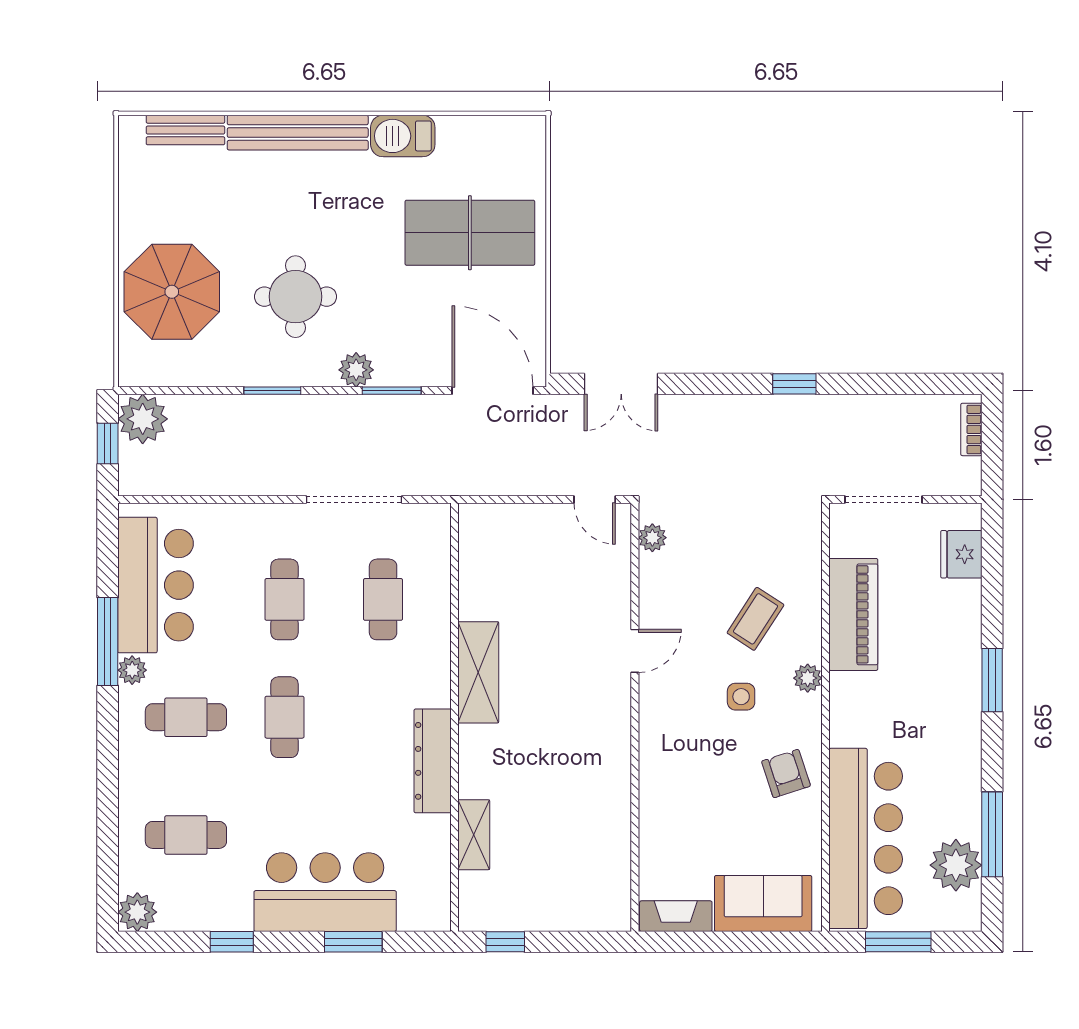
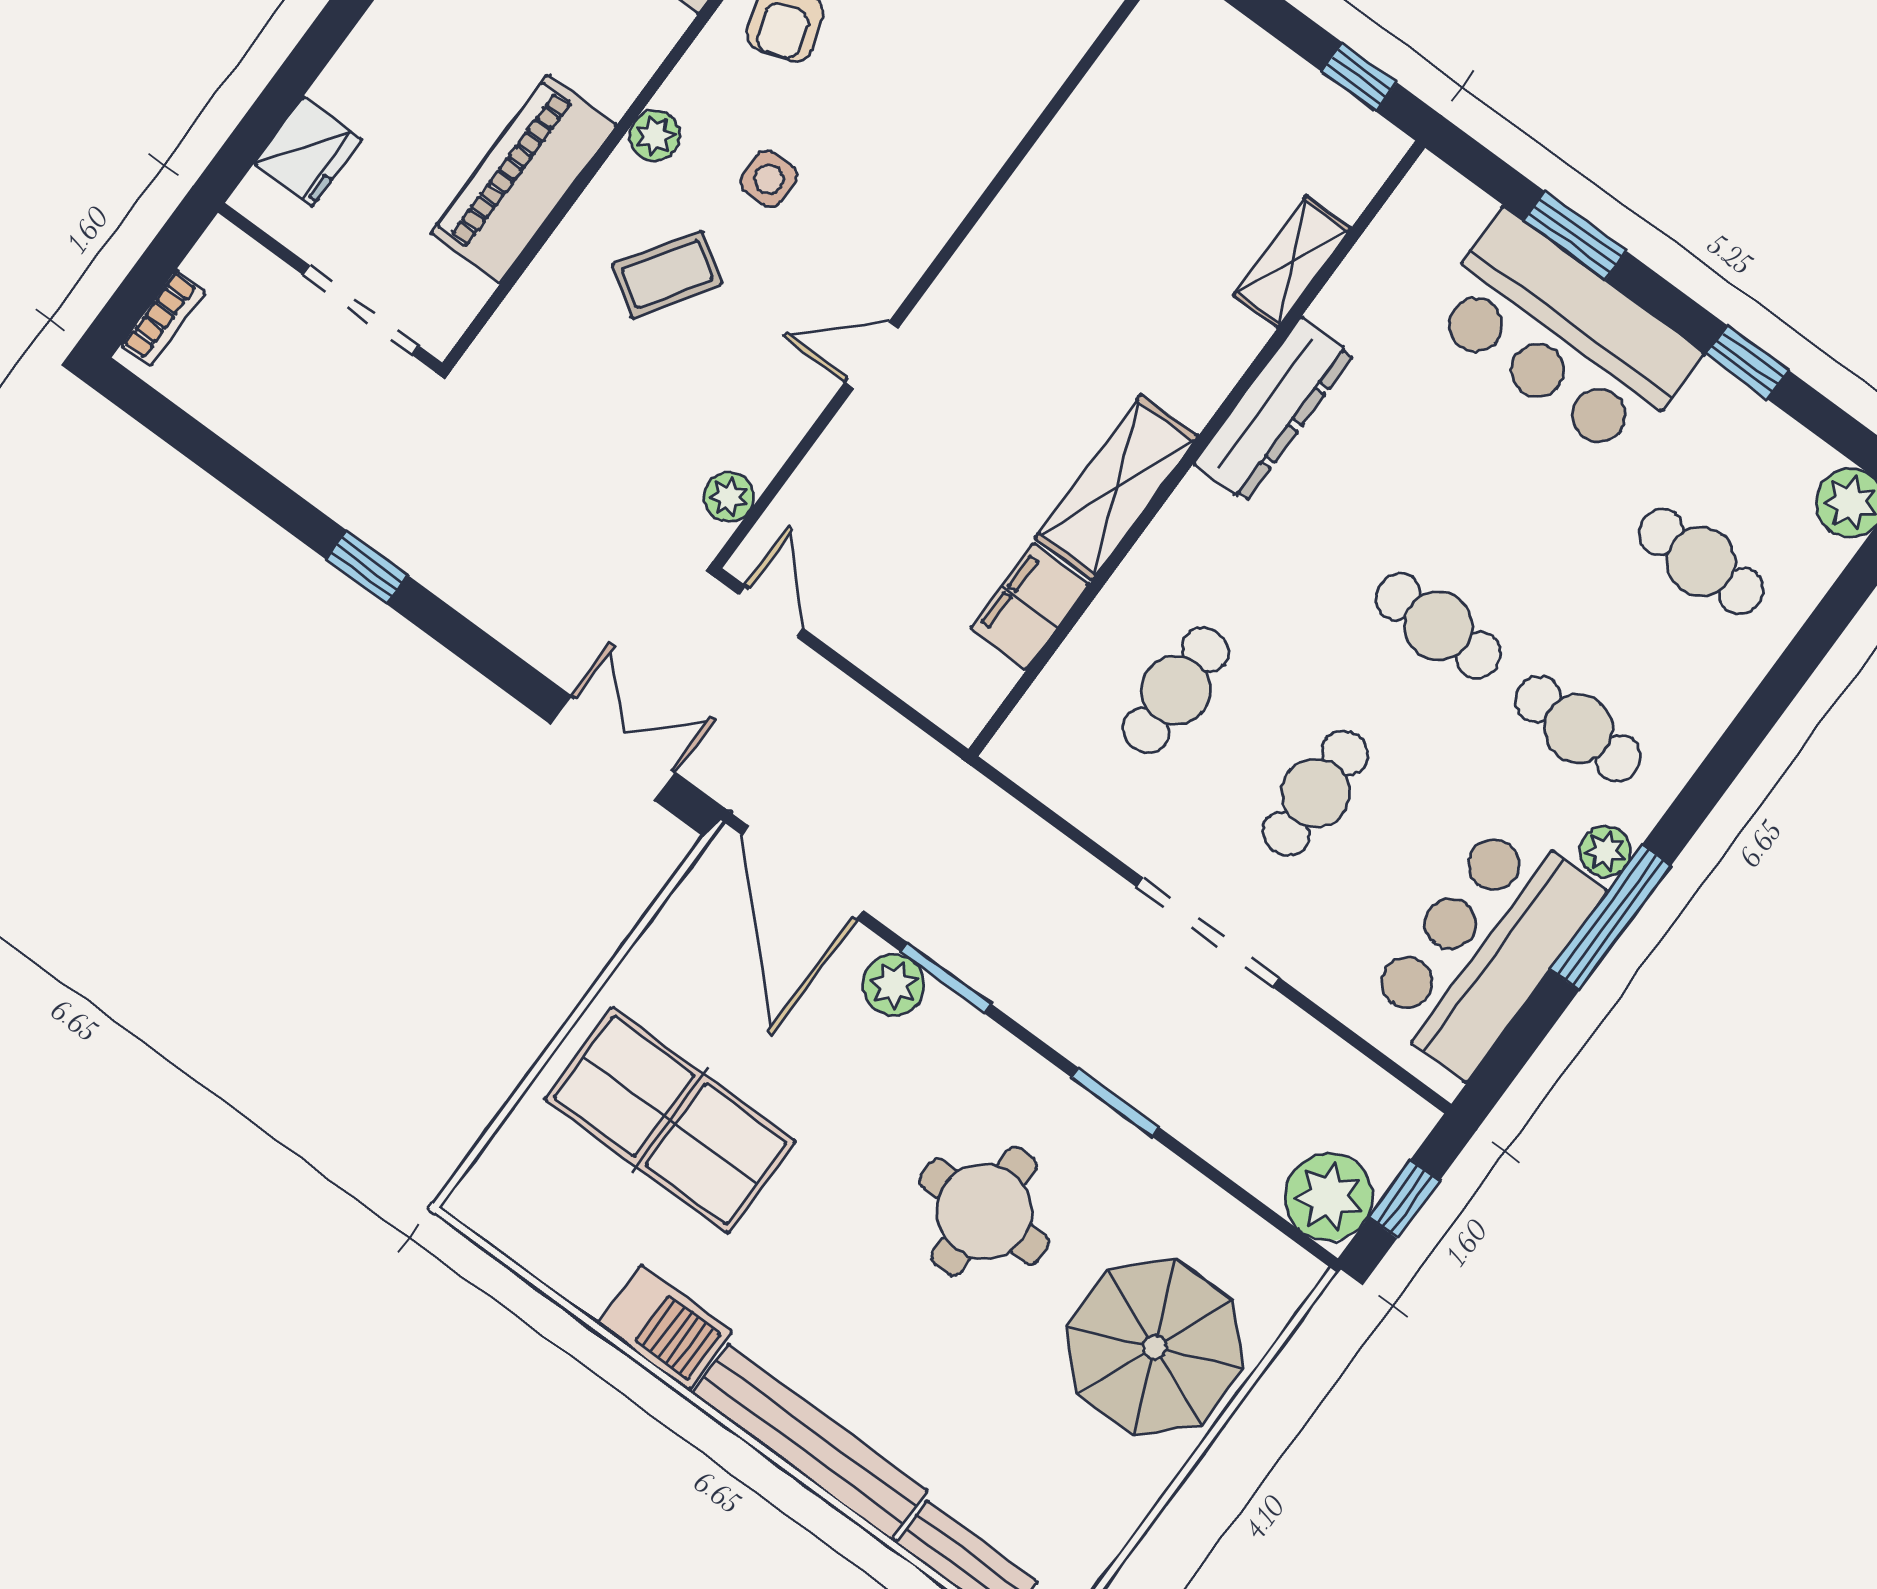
plant: (356, 370) -> (894, 985), moved
doorway: (354, 499) -> (1208, 932), moved
filing cabinet: (478, 589) -> (1030, 606), added
cafe table: (284, 717) -> (1438, 626), turned 90

